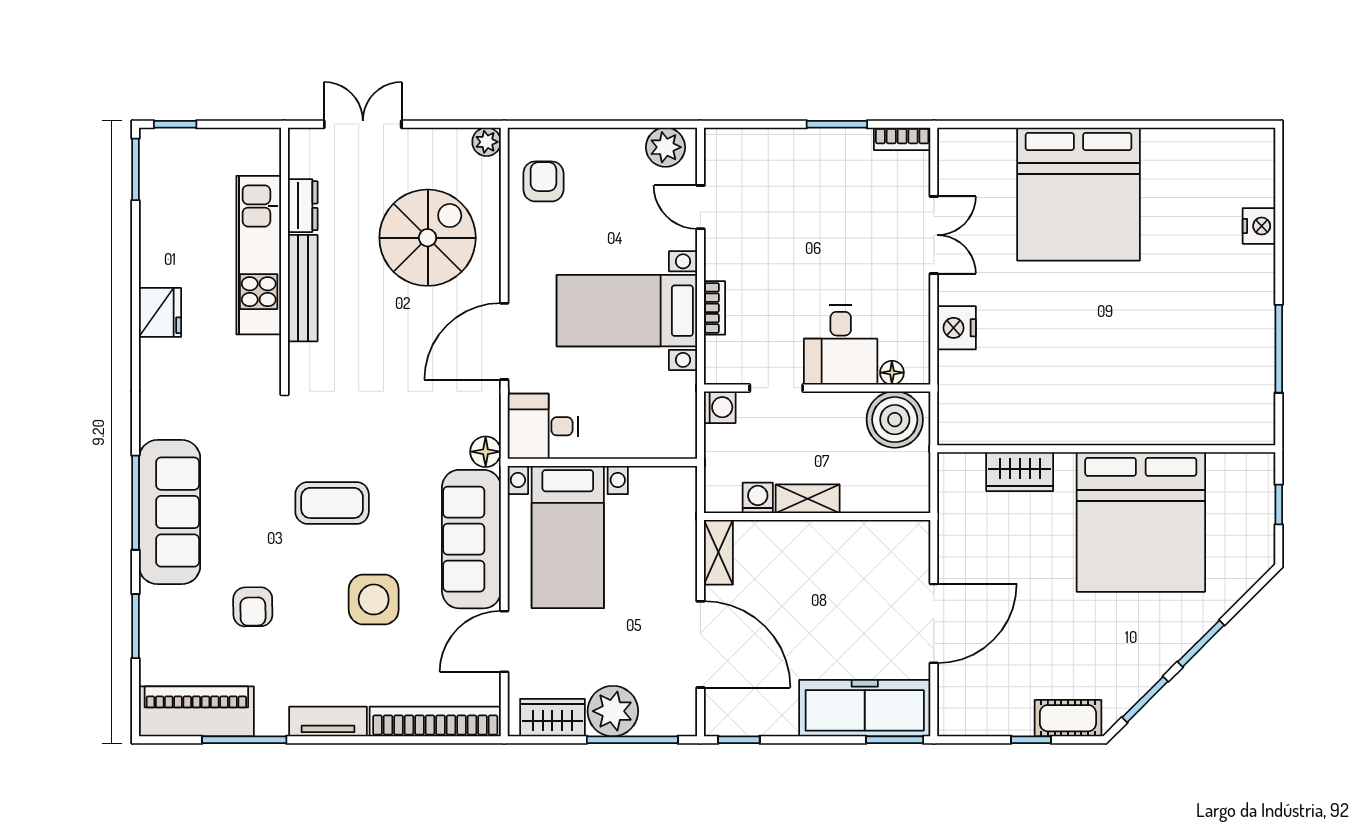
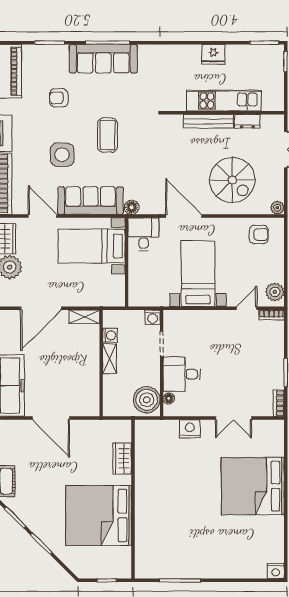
nightstand: (1259, 226) -> (276, 571), moved
bookcase: (715, 308) -> (271, 315), moved
fridge: (160, 312) -> (213, 54), moved

